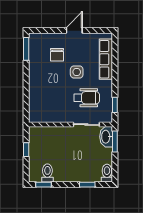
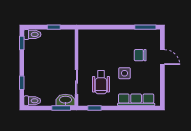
door: (74, 30) -> (162, 57), moved
toilet: (47, 173) -> (32, 34), moved

